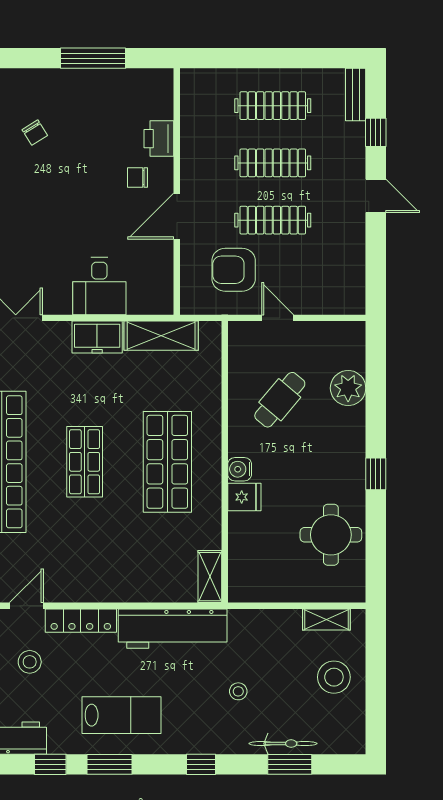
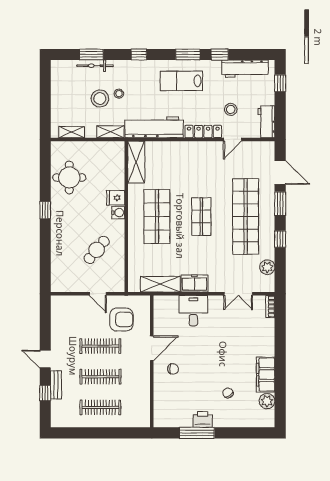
bench: (356, 95) -> (56, 385), moved
printer: (159, 139) -> (203, 420), moved, turned -90
plant: (348, 388) -> (60, 256), removed
shelving: (210, 577) -> (136, 162), width x1.50, depth x1.33
shelving: (254, 620) -> (110, 132), added
stool: (334, 677) -> (100, 99), moved

